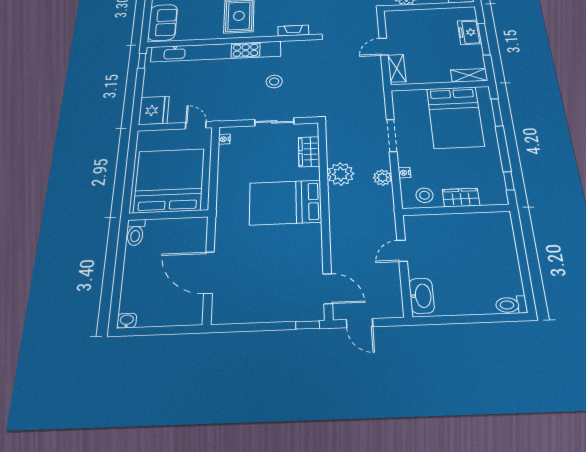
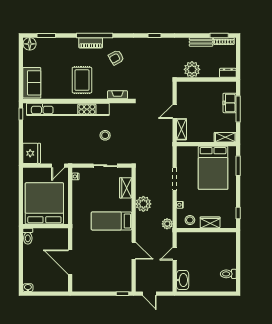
door: (196, 125) -> (58, 166), swing flipped
plant: (383, 178) -> (167, 224), moved
bed: (285, 202) -> (111, 221), width x0.67
door: (328, 289) -> (134, 251), moved
toilet: (511, 305) -> (228, 274), moved

